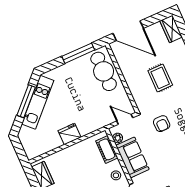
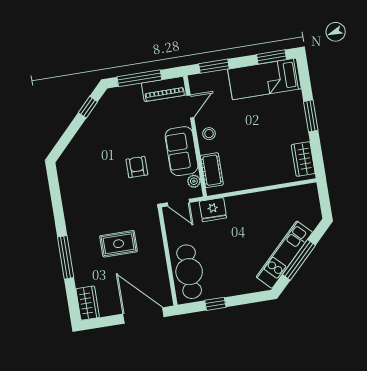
window: (78, 53) -> (215, 304), width x0.46
rug: (160, 78) -> (119, 244), turned 90
armchair: (162, 124) -> (137, 167), moved
fridge: (69, 134) -> (213, 210), moved

